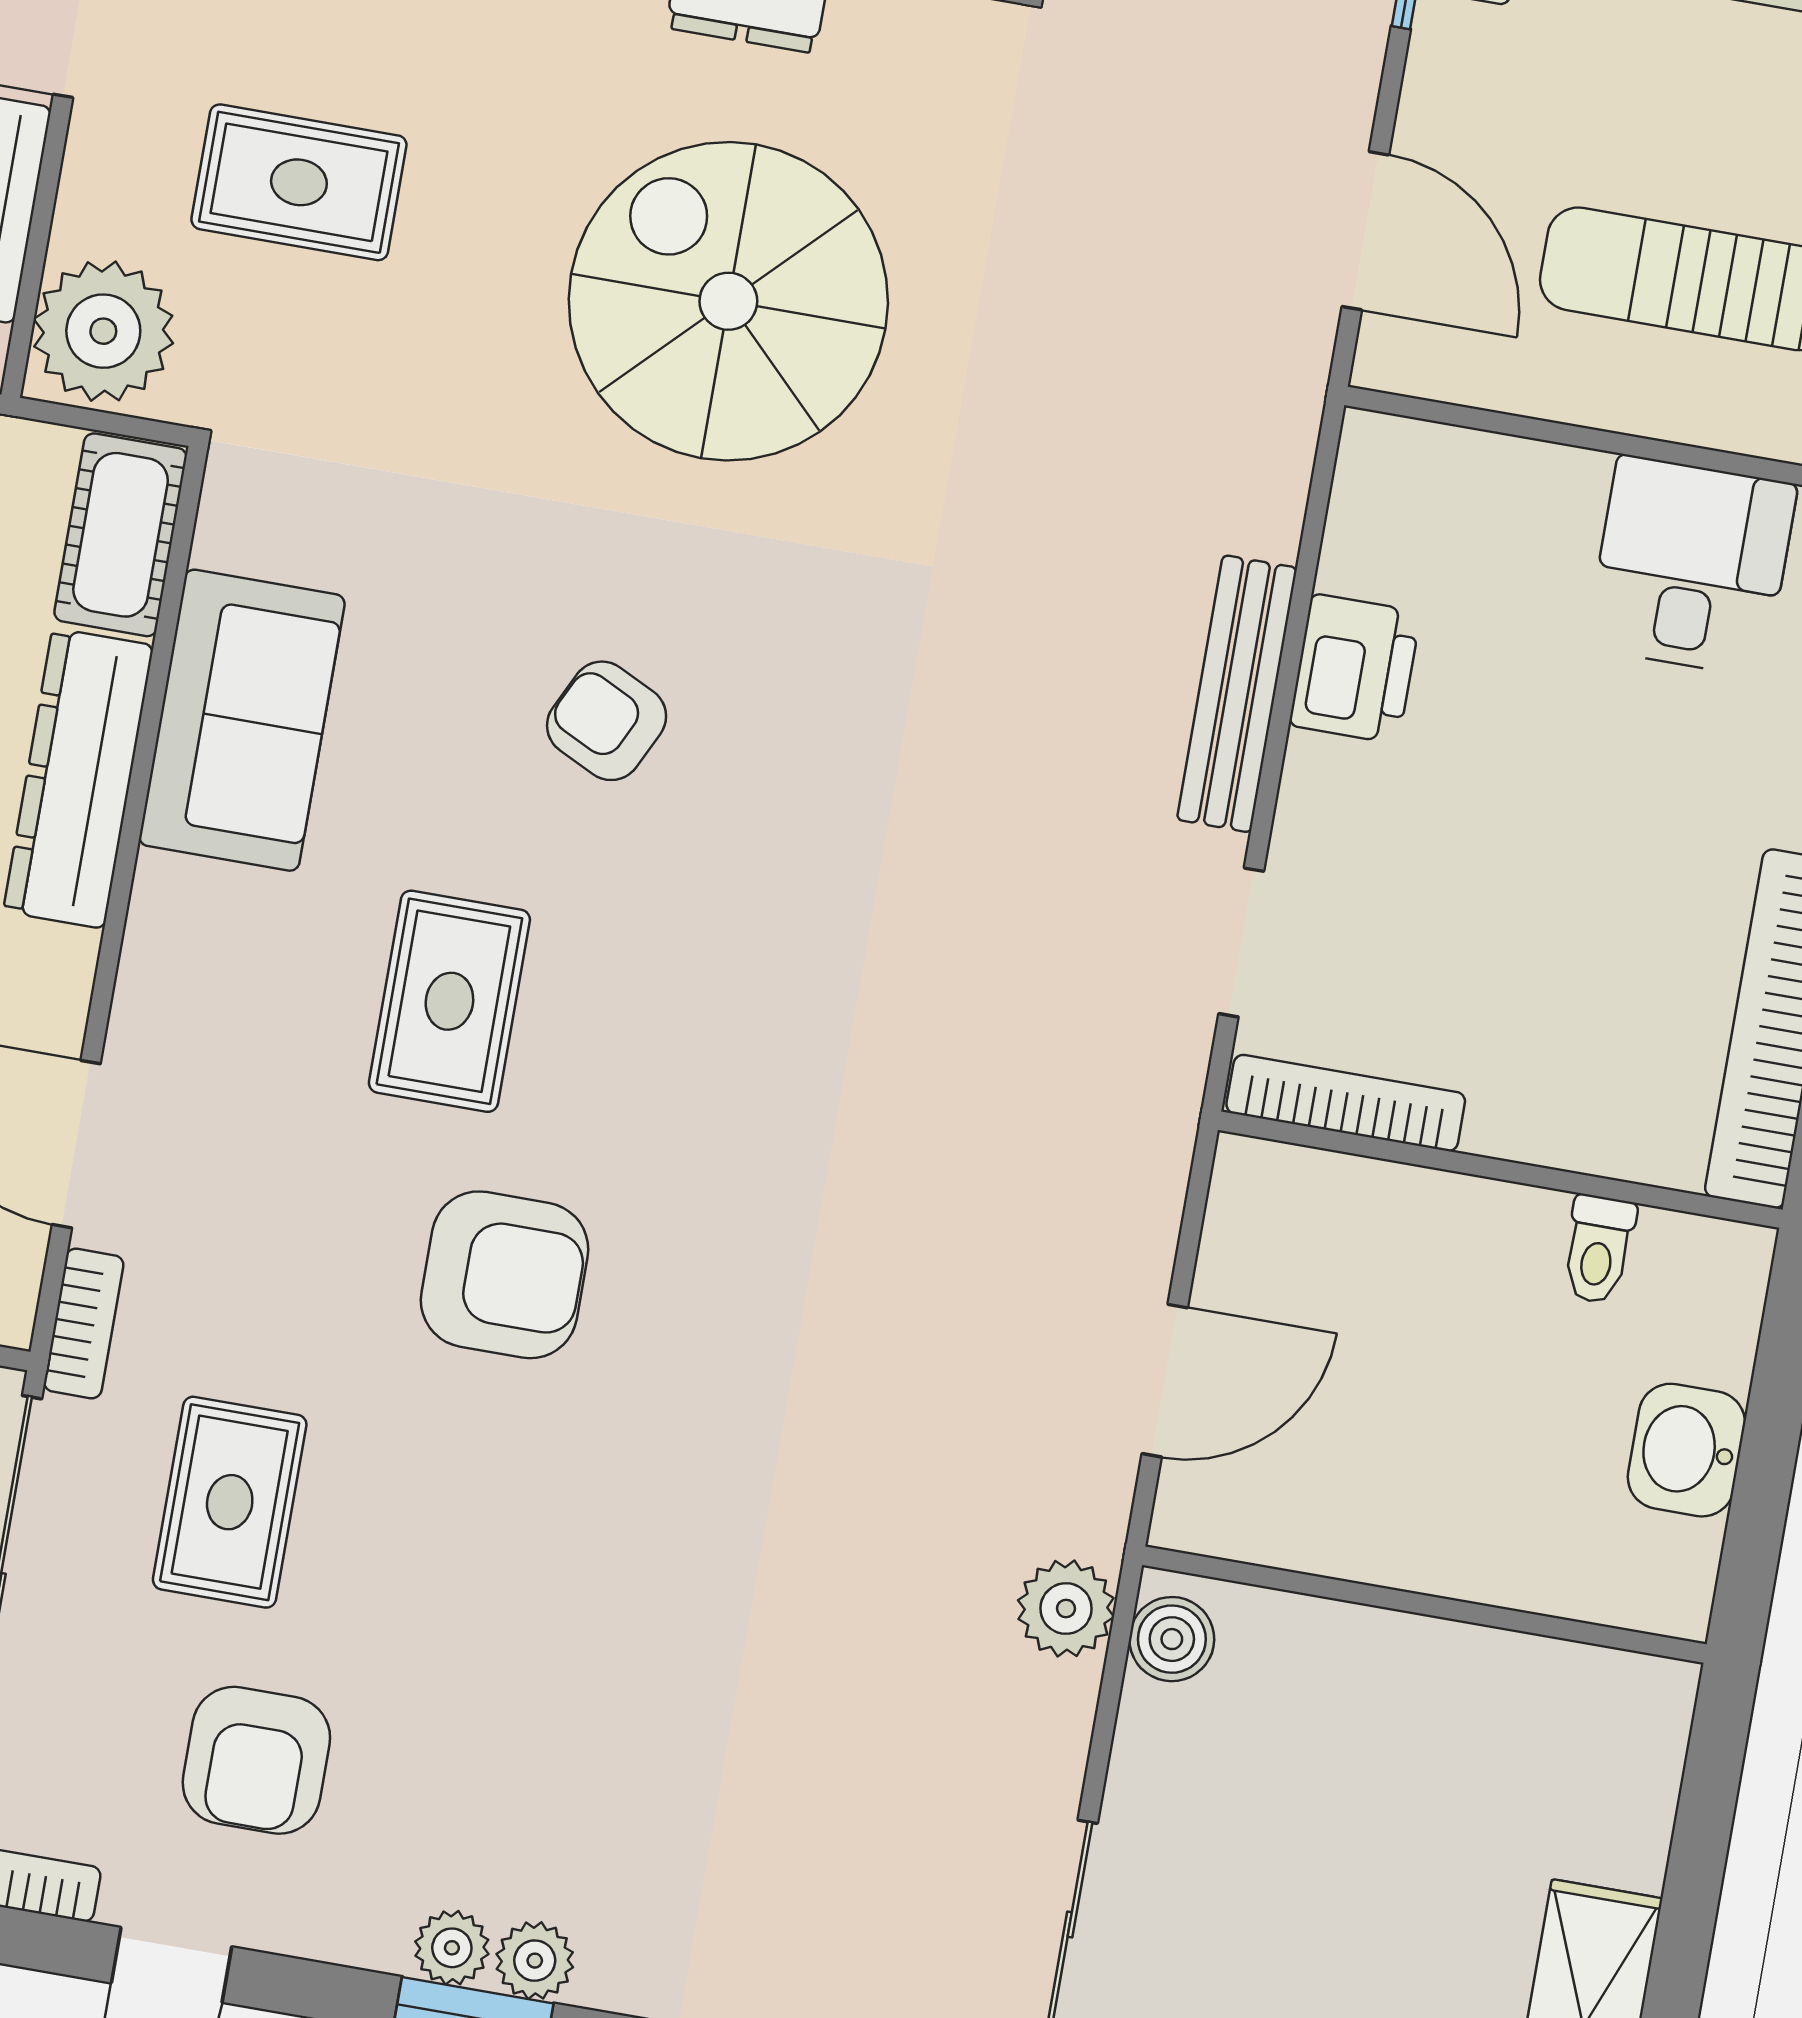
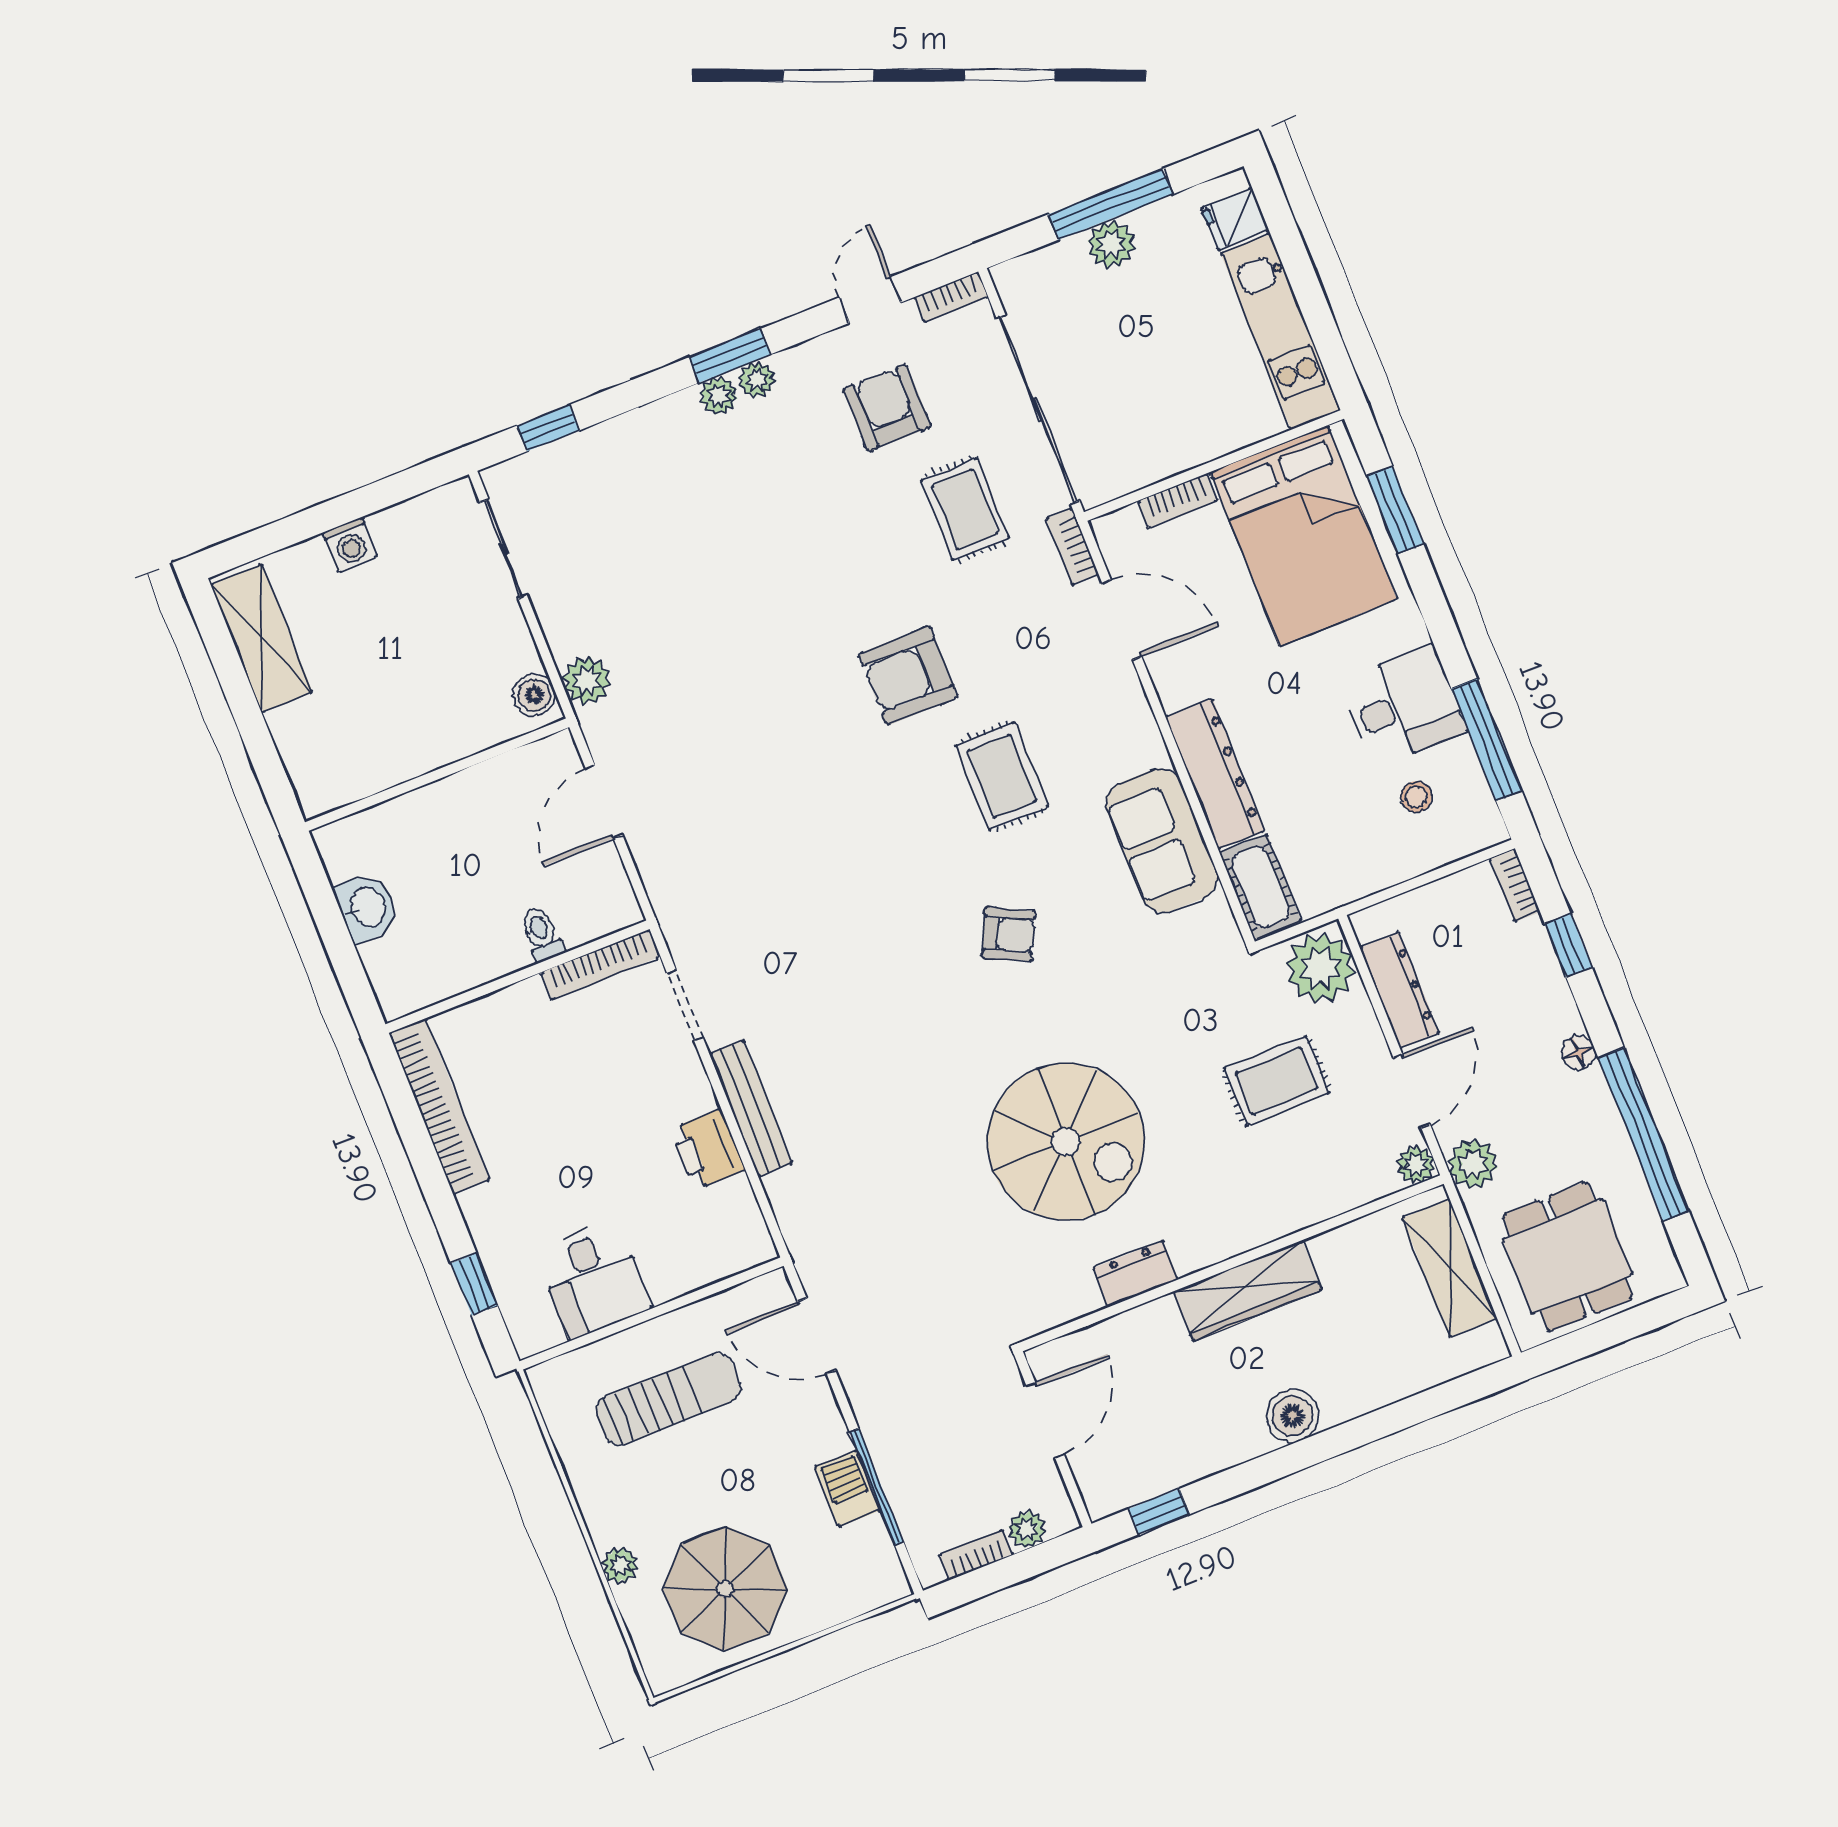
toilet: (1598, 1249) -> (542, 934), moved

